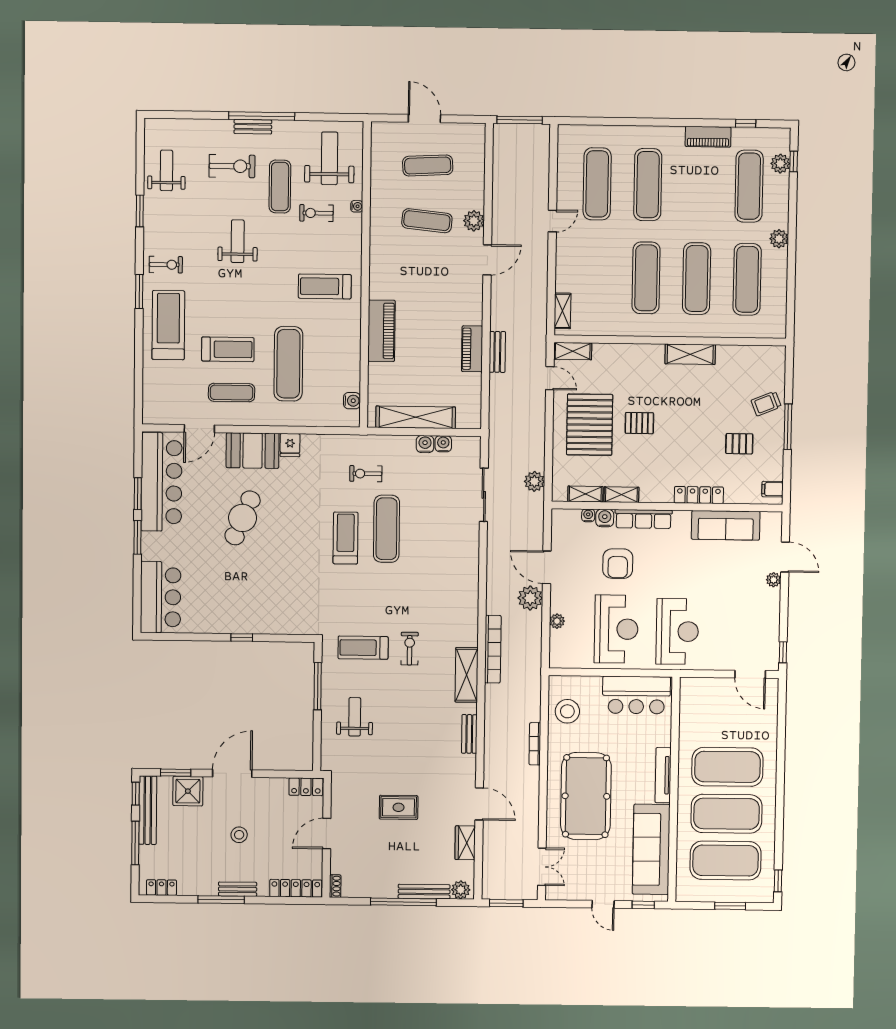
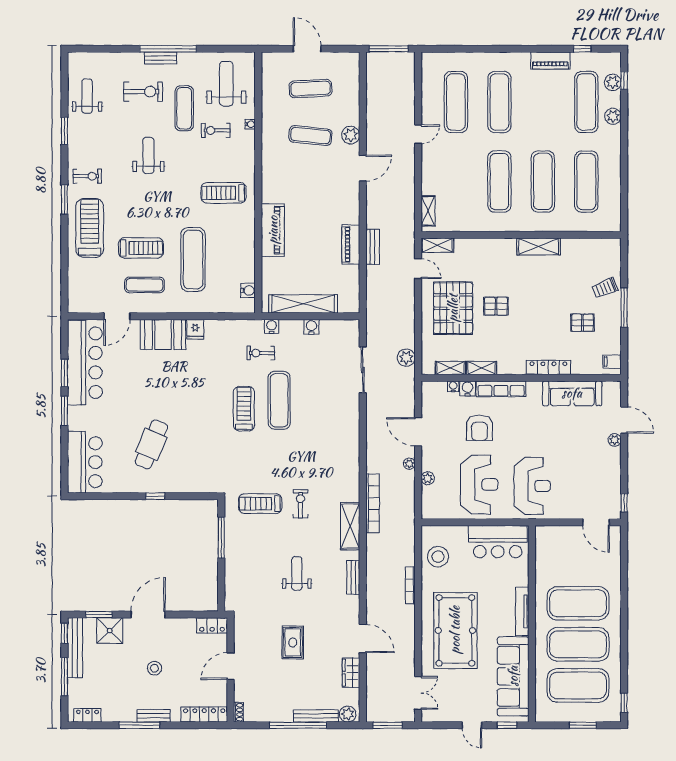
plant: (779, 239) -> (613, 116), moved
water cooler: (443, 444) -> (272, 326), moved
cafe table: (243, 518) -> (151, 444), moved
plant: (530, 598) -> (409, 464), width x0.53, depth x0.53
weight bench: (355, 717) -> (297, 574), moved
rug: (399, 807) -> (293, 642), turned 90

